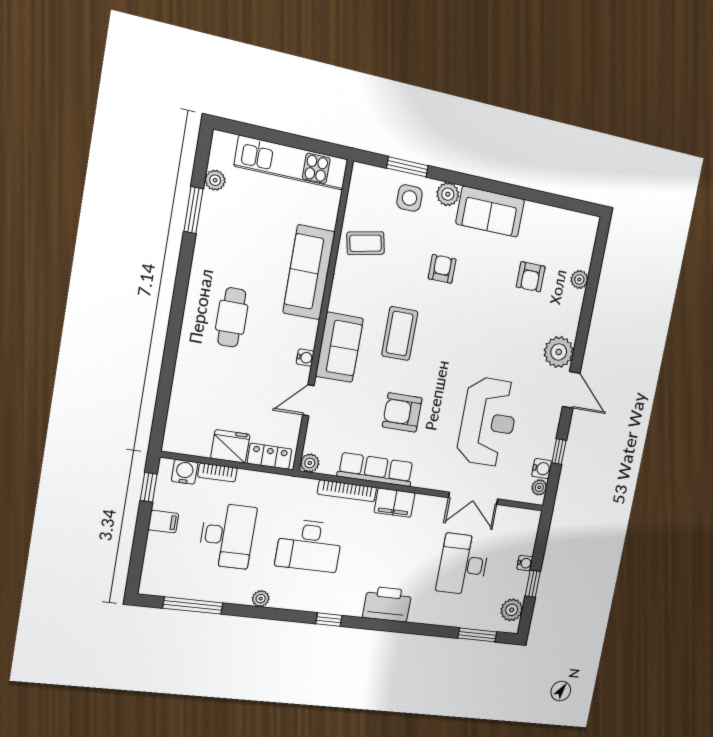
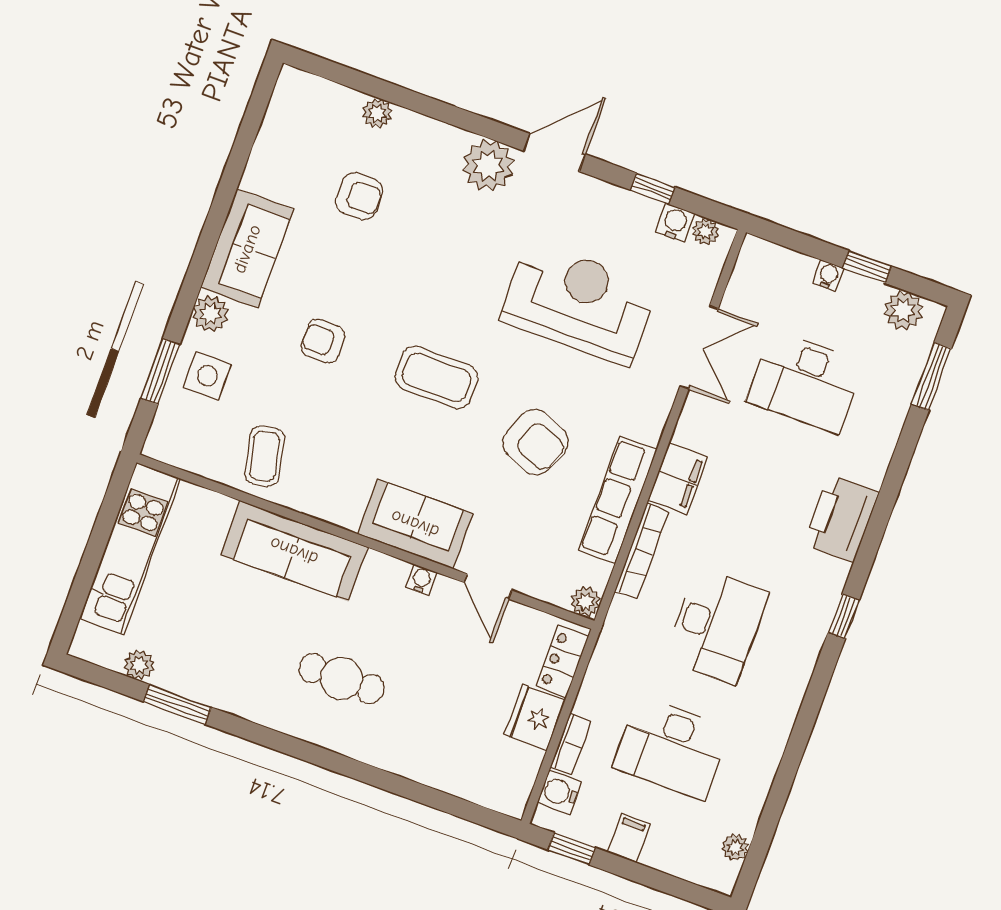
coffee table: (400, 334) -> (437, 377), moved
armchair: (402, 412) -> (536, 442), turned -68
desk: (227, 536) -> (672, 748), turned 180
plant: (261, 599) -> (735, 847), moved
window: (193, 606) -> (769, 820), removed

